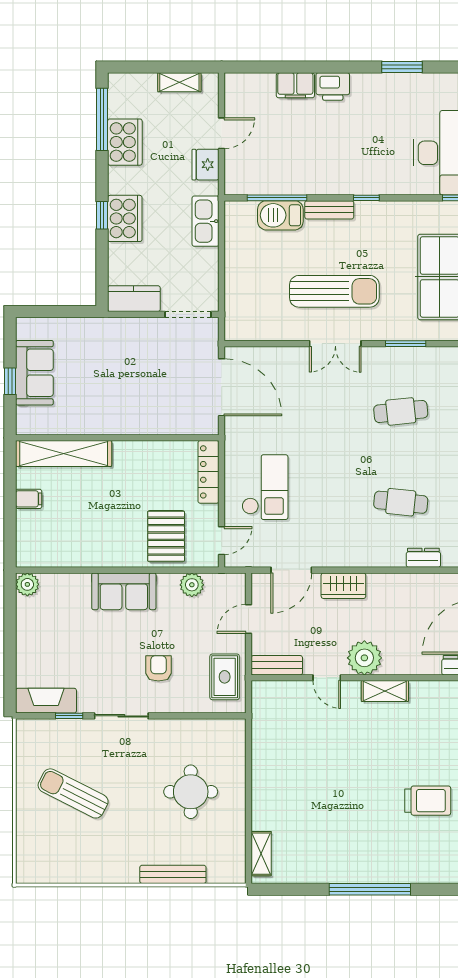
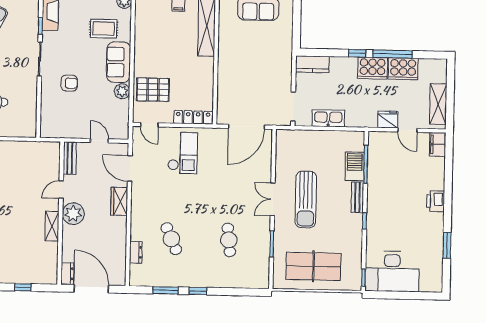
shelving: (179, 82) -> (438, 104), width x1.50, depth x1.33
filing cabinet: (295, 85) -> (437, 144), moved
window: (102, 119) -> (393, 54), moved
cooker: (125, 218) -> (372, 68), moved
kitchen sink: (206, 221) -> (328, 118), moved
kitchen counter: (134, 299) -> (312, 64), moved, turned 90
checkout: (265, 487) -> (183, 153), turned -90
cafe table: (401, 502) -> (171, 239), turned -30
plant: (192, 585) -> (122, 91), moved
rug: (225, 677) -> (104, 29), moved

